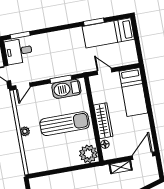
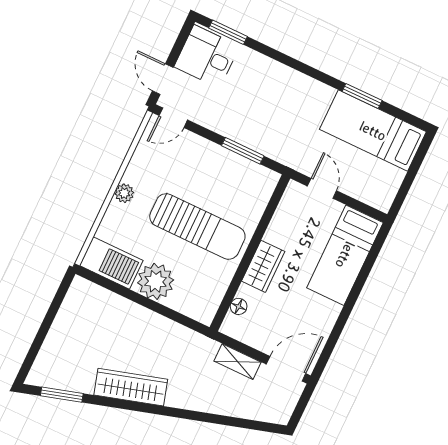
barbecue: (66, 89) -> (111, 263), moved, turned 180
wardrobe: (103, 121) -> (263, 266), width x0.67
plant: (88, 154) -> (156, 281), moved

